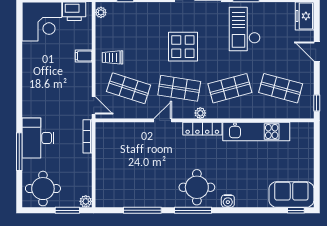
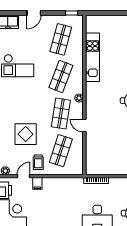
display table: (183, 47) -> (26, 134), moved
shop shelf: (230, 88) -> (61, 76), turned 36
door: (94, 105) -> (24, 176), moved
locker: (202, 129) -> (90, 97), removed

